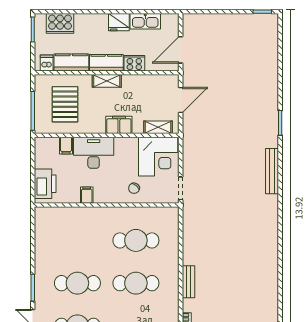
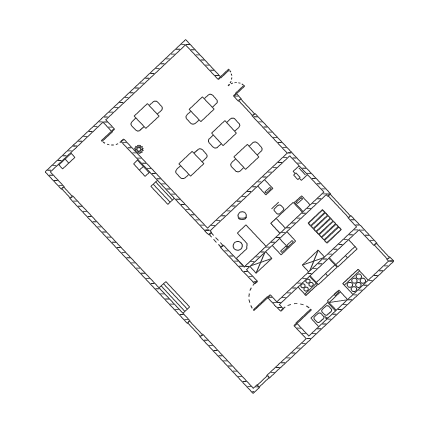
cooker: (60, 23) -> (356, 282), moved
door: (181, 50) -> (289, 317), hinge flipped
dishwasher: (47, 63) -> (357, 240), removed
printer: (45, 184) -> (300, 174), width x0.53, depth x0.68
cafe table: (136, 240) -> (246, 157), moved

